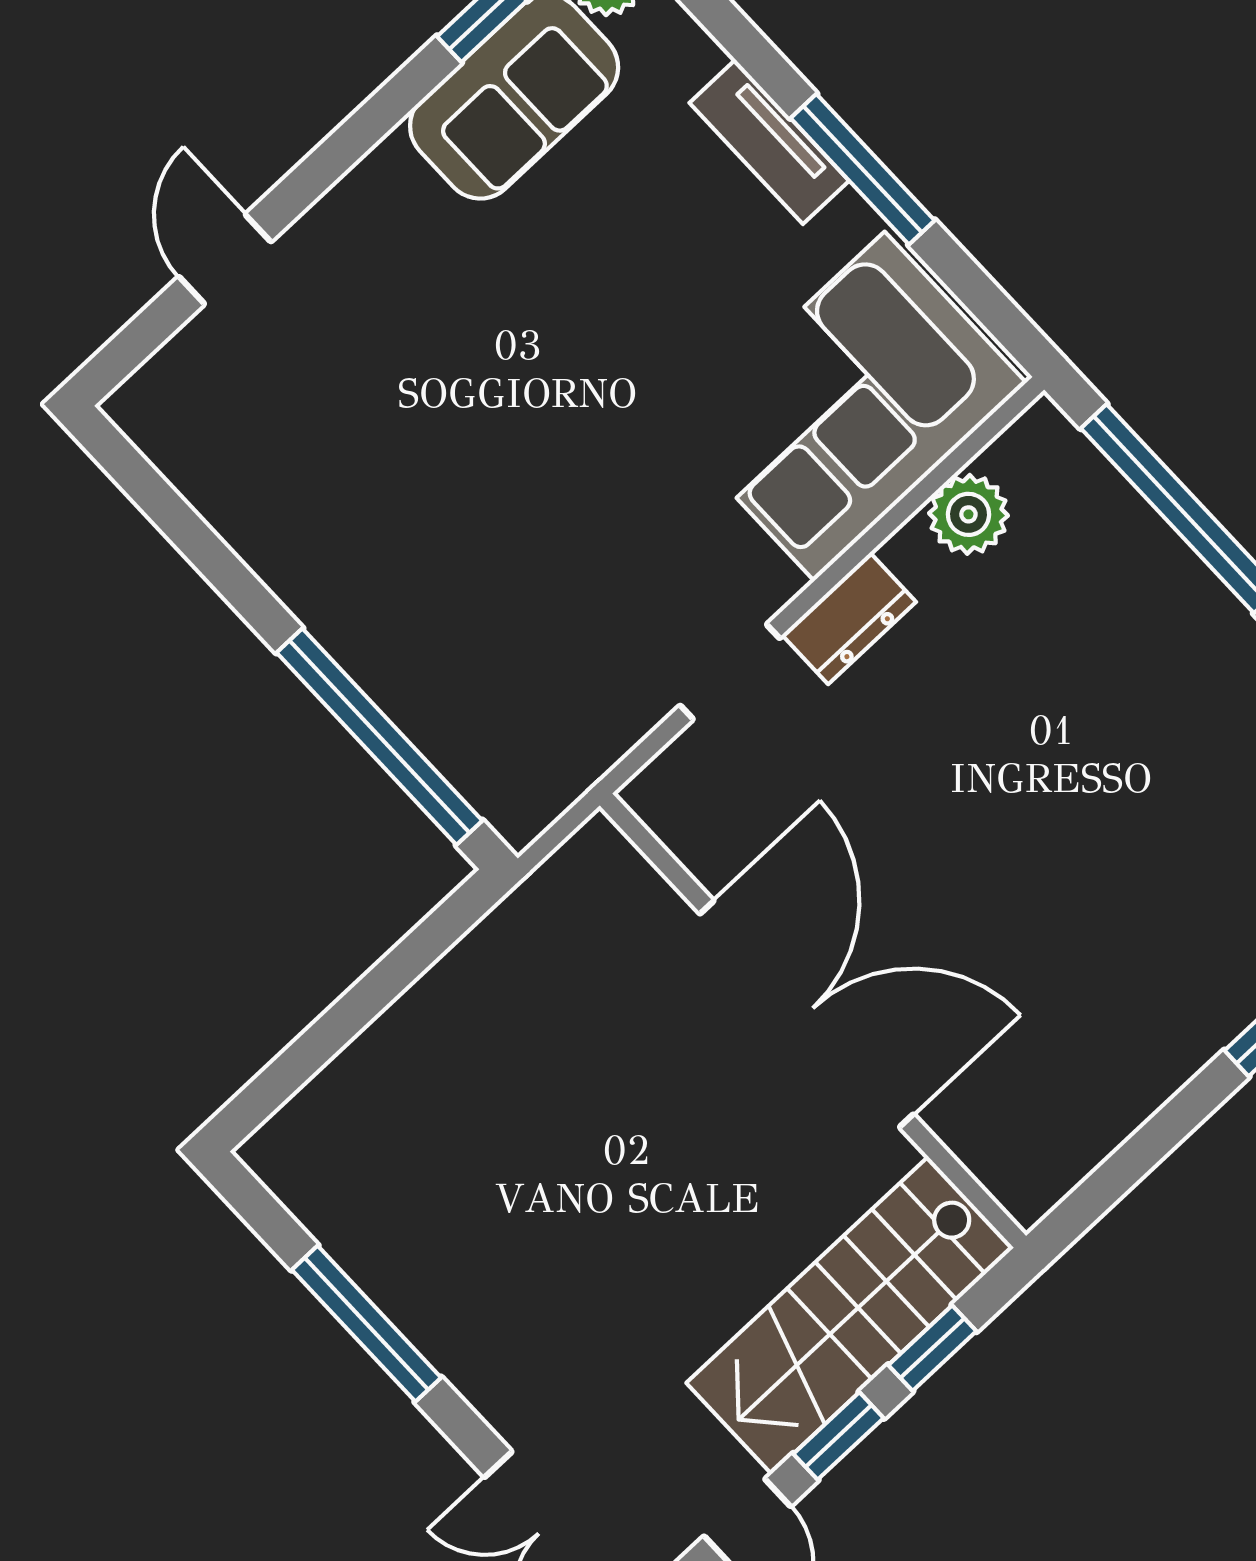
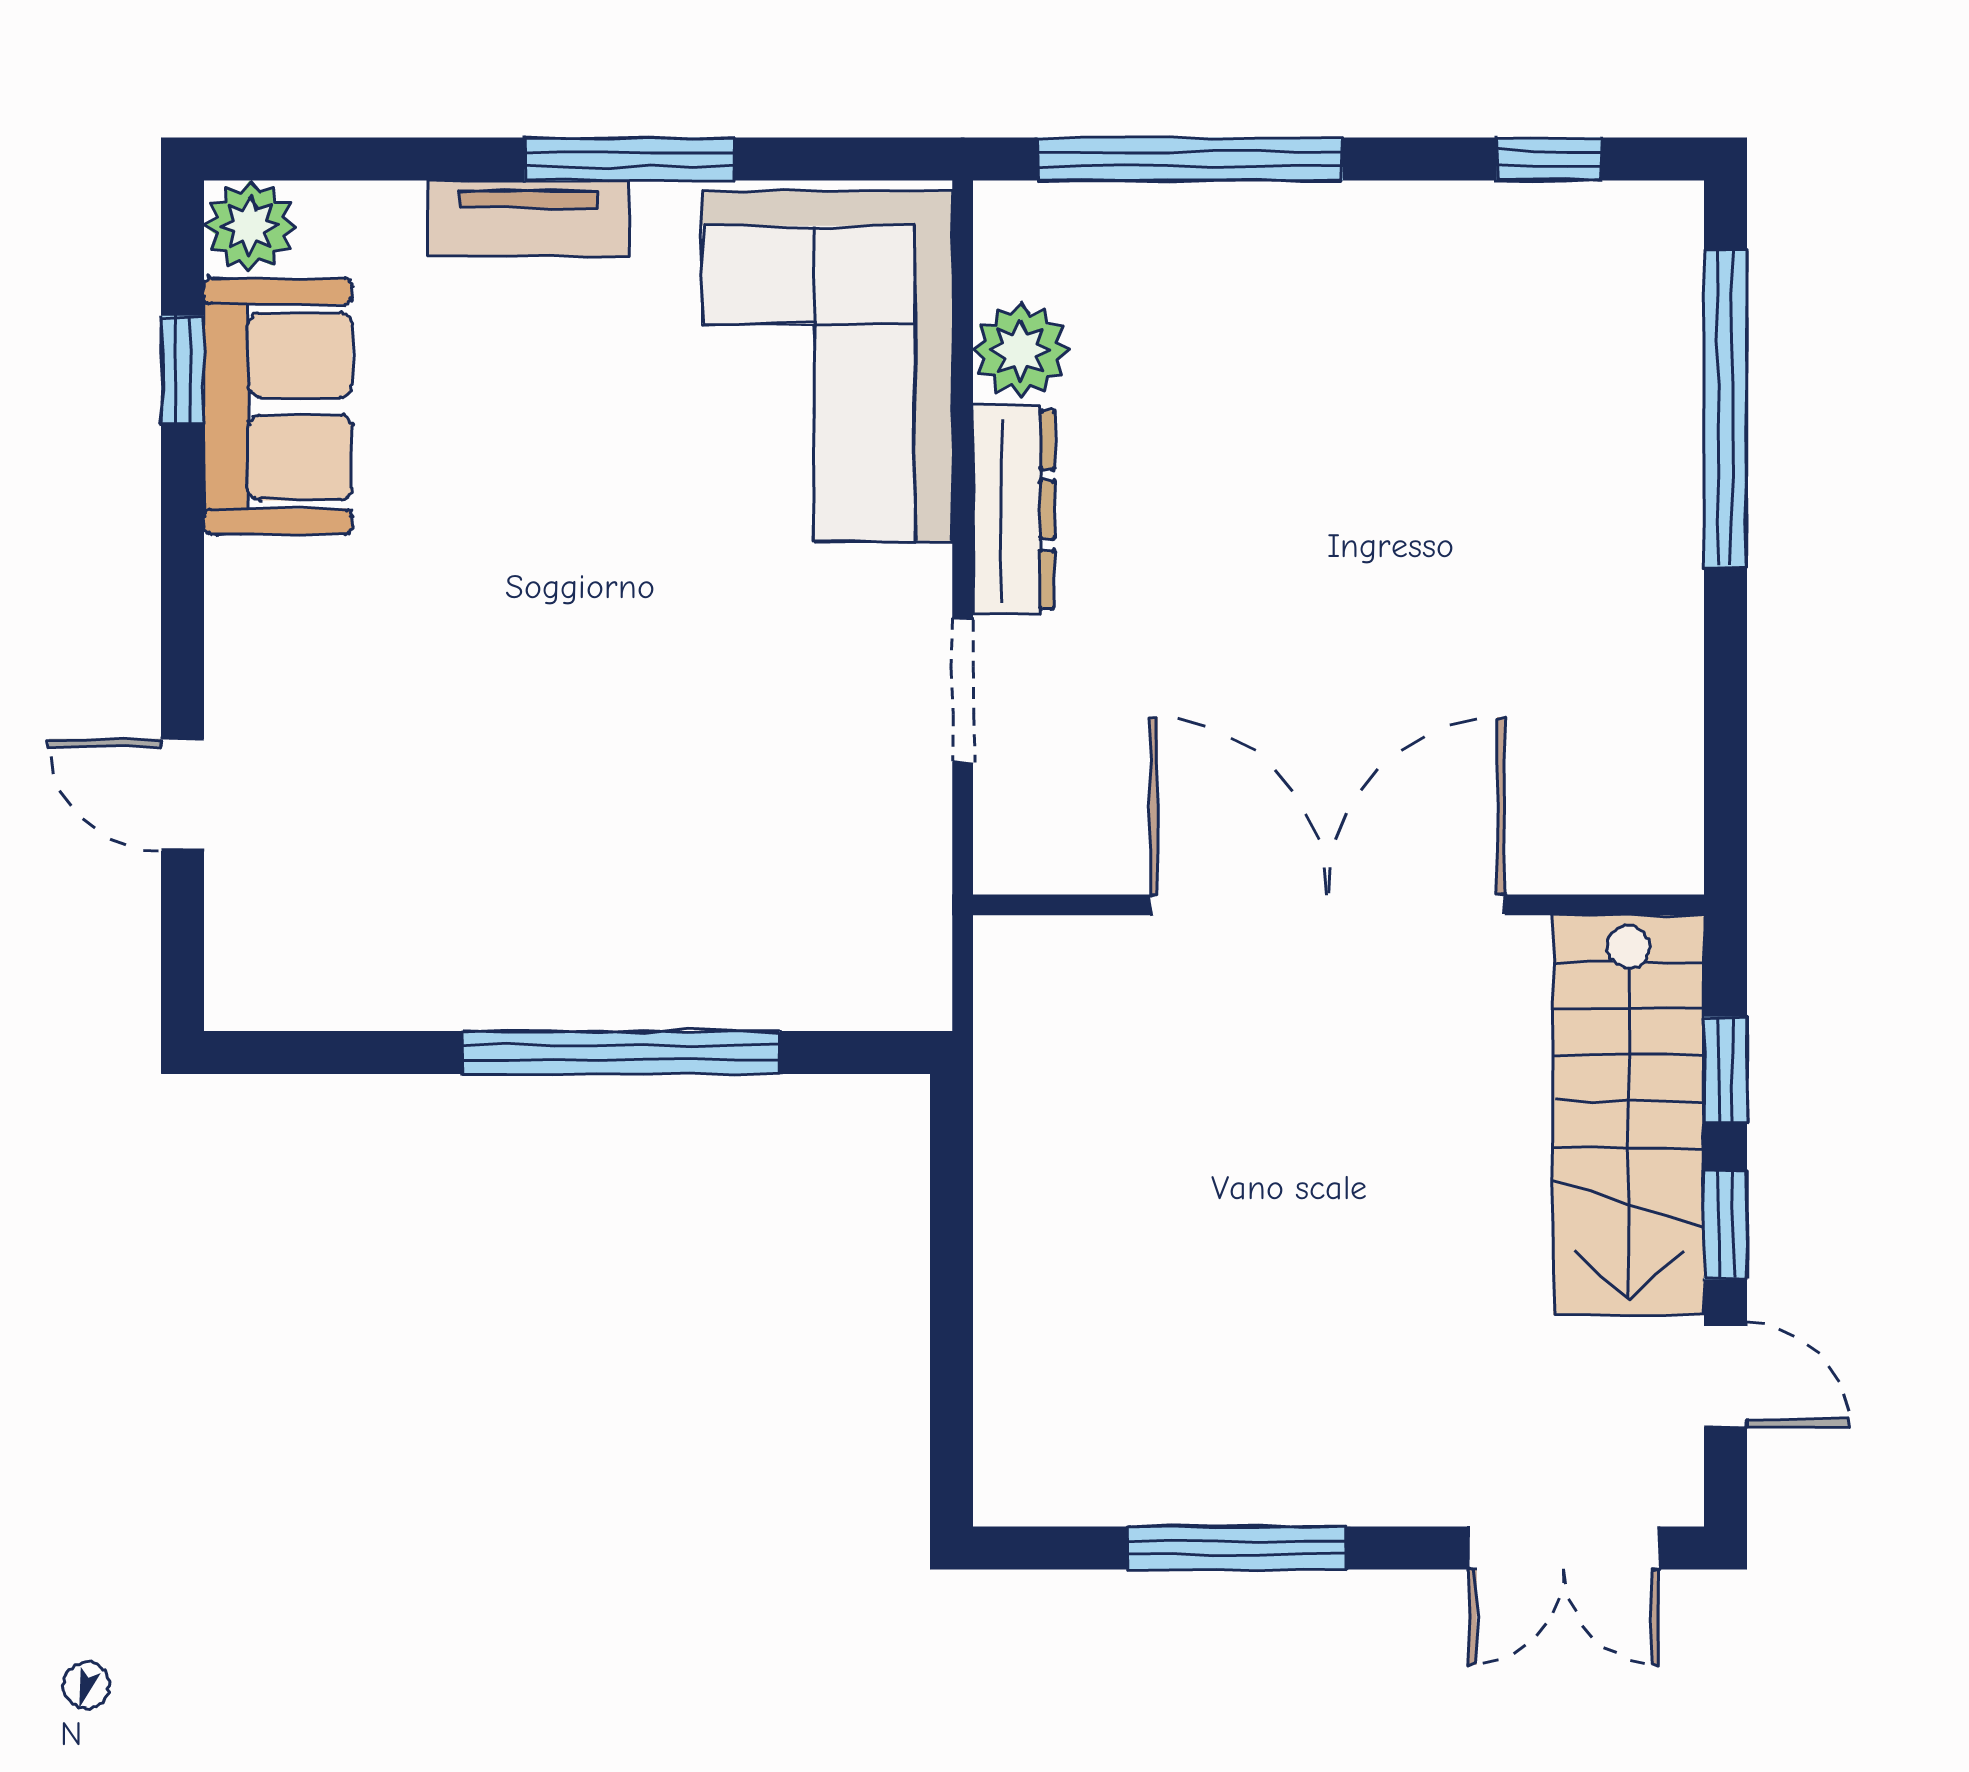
dresser: (849, 618) -> (1014, 509), width x1.44
window: (379, 737) -> (621, 1053), moved

